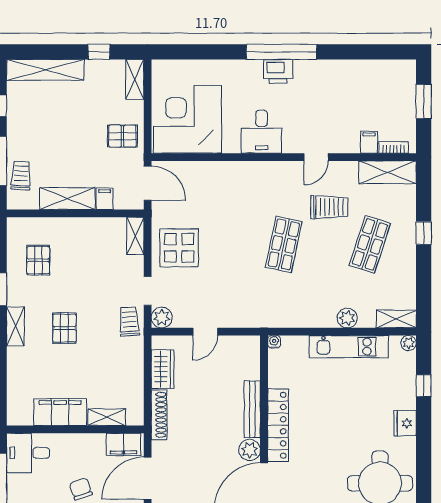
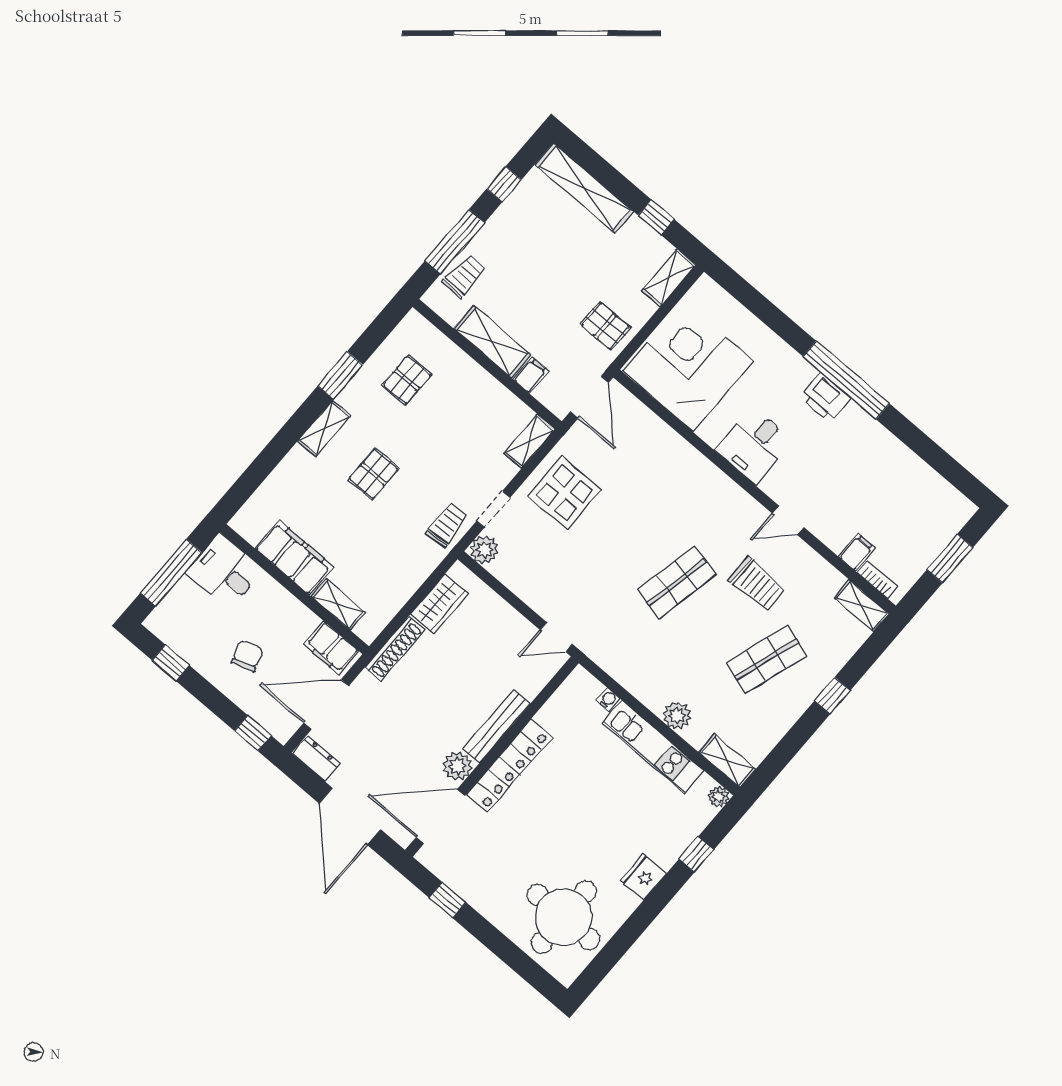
shelving: (387, 172) -> (861, 606), width x0.67, depth x0.75
door: (205, 332) -> (556, 637), moved
water cooler: (274, 342) -> (608, 700), moved

